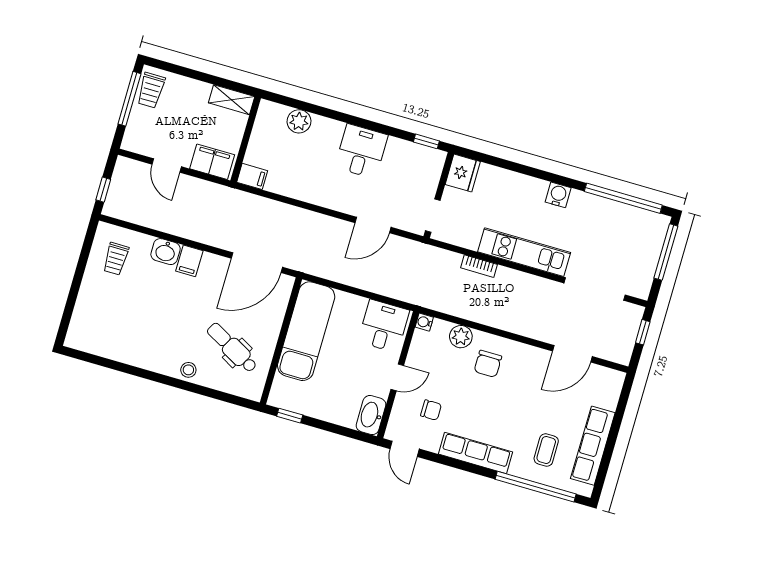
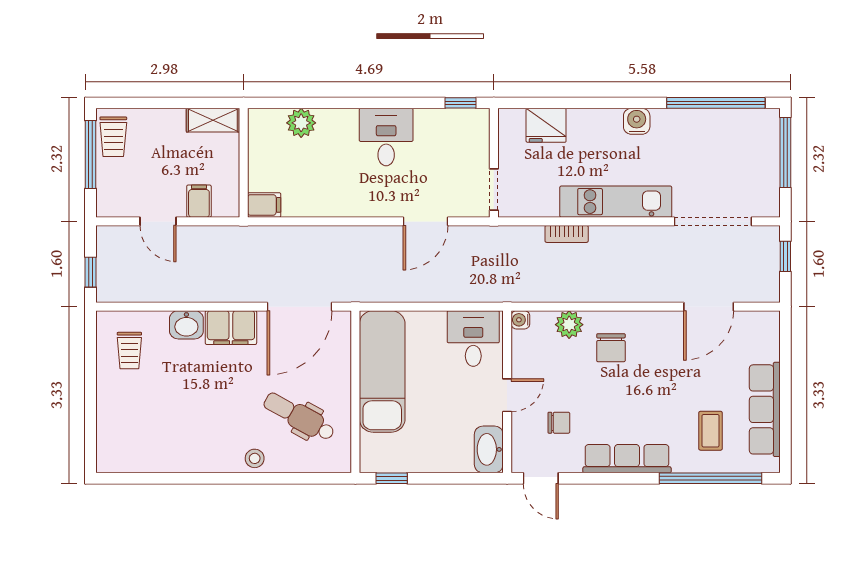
filing cabinet: (212, 162) -> (199, 201), width x0.50
fridge: (463, 173) -> (546, 125), moved, turned 90
filing cabinet: (189, 261) -> (231, 328), width x2.00

